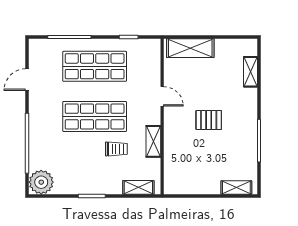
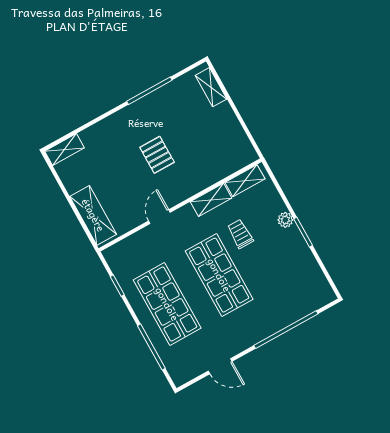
shelving: (251, 72) -> (64, 149), moved
plant: (41, 182) -> (285, 220), moved, width x0.53, depth x0.53
shelving: (138, 187) -> (245, 181), moved, turned 90

